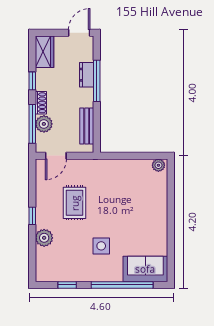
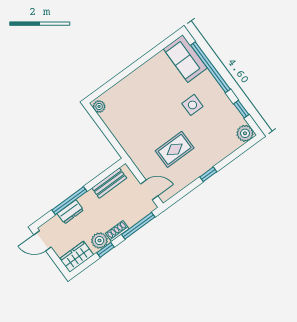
plant: (44, 124) -> (99, 241), moved
plant: (44, 238) -> (245, 133), moved

